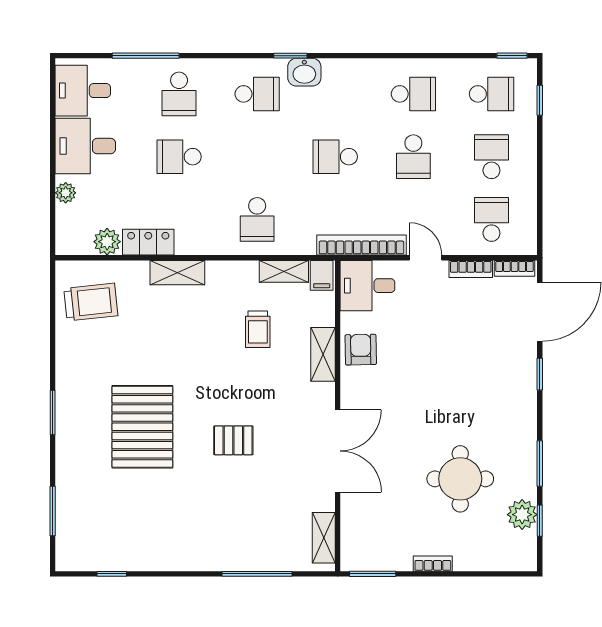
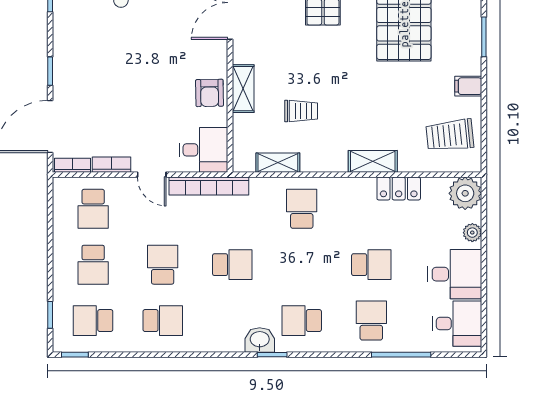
school desk: (413, 94) -> (163, 321), turned 180
plant: (107, 242) -> (465, 193), moved, width x1.36, depth x1.36
filing cabinet: (322, 275) -> (468, 86), moved, turned -90
trolley: (258, 329) -> (301, 111), turned 90

